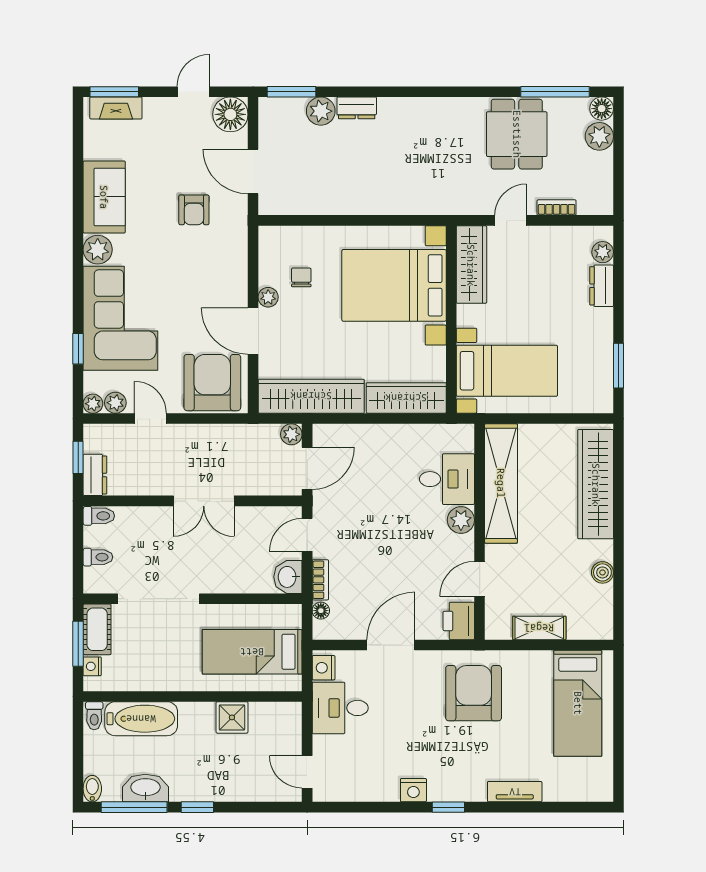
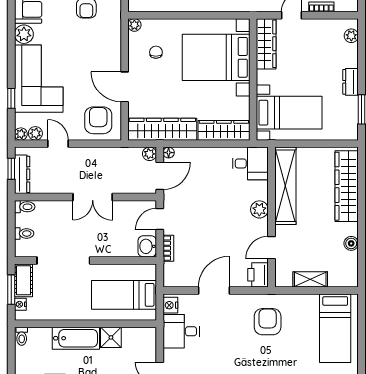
dresser: (602, 286) -> (351, 82), moved
plant: (268, 297) -> (134, 25), moved
armchair: (212, 383) -> (98, 120), width x0.73, depth x0.73
dresser: (95, 475) -> (22, 174), width x1.44
desk: (447, 479) -> (250, 163), moved
floor lamp: (321, 611) -> (169, 153), moved
armchair: (474, 693) -> (268, 322), width x0.73, depth x0.73
bathtub: (141, 719) -> (76, 338), moved

